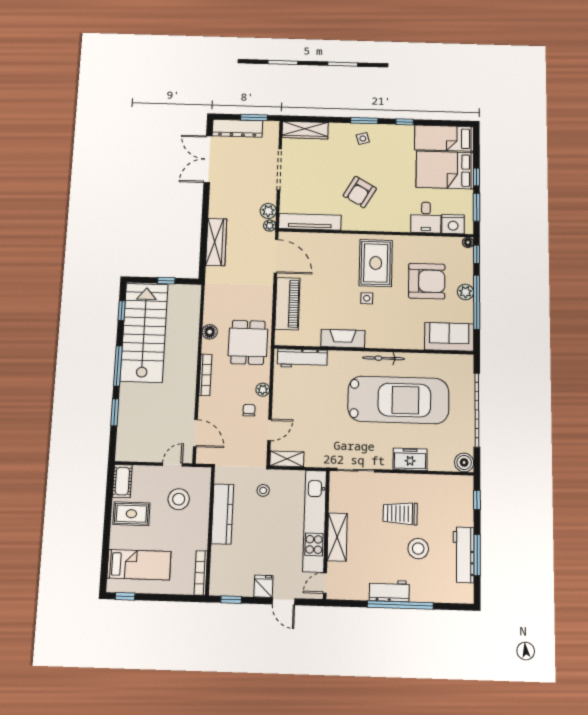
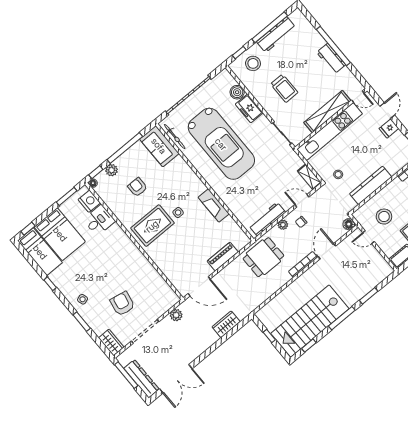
window: (254, 117) -> (126, 375), width x1.44
window: (364, 121) -> (82, 322), moved
wardrobe: (305, 130) -> (111, 343), width x0.67
window: (476, 177) -> (28, 229), moved
armchair: (360, 192) -> (122, 304), moved, turned -109
tv unit: (310, 222) -> (161, 285), removed
plant: (270, 226) -> (184, 306), removed
wardrobe: (216, 242) -> (226, 324), width x0.67
door: (276, 256) -> (199, 286), swing flipped
armchair: (427, 281) -> (137, 187), width x0.53, depth x0.53
plant: (465, 292) -> (112, 170), moved
piano: (287, 304) -> (223, 257), width x0.73, depth x0.75
floor lamp: (210, 332) -> (349, 224), moved
workbench: (302, 358) -> (267, 219), moved, turned -90
bicycle: (383, 358) -> (175, 137), moved
car: (398, 400) -> (221, 144), turned 180
door: (195, 433) -> (327, 251), moved
boiler: (464, 462) -> (237, 92), moved
shelving: (337, 537) -> (327, 112), width x1.47
stool: (418, 549) -> (253, 63), moved
window: (477, 555) -> (270, 27), width x1.46

